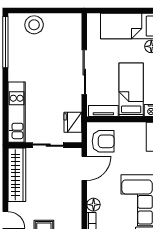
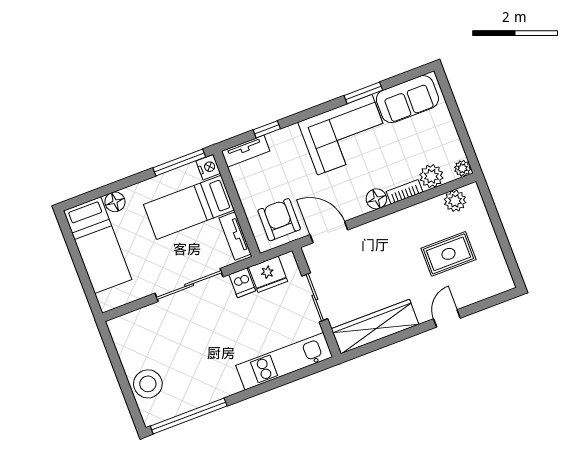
dishwasher: (74, 105) -> (242, 283), added

